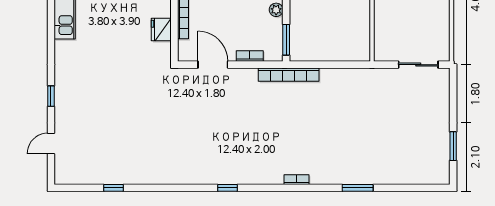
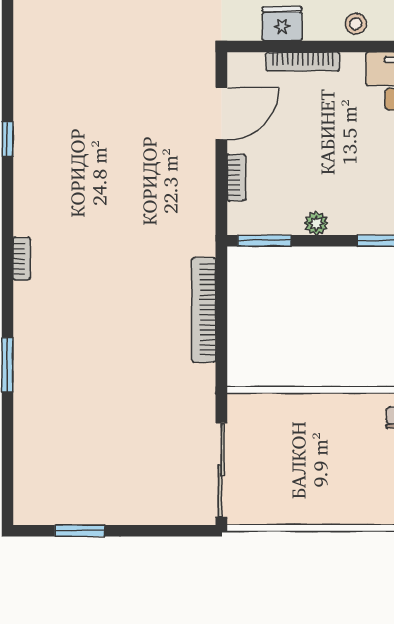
sliding door: (418, 65) -> (221, 470), width x1.37
bookcase: (289, 75) -> (204, 310), moved

